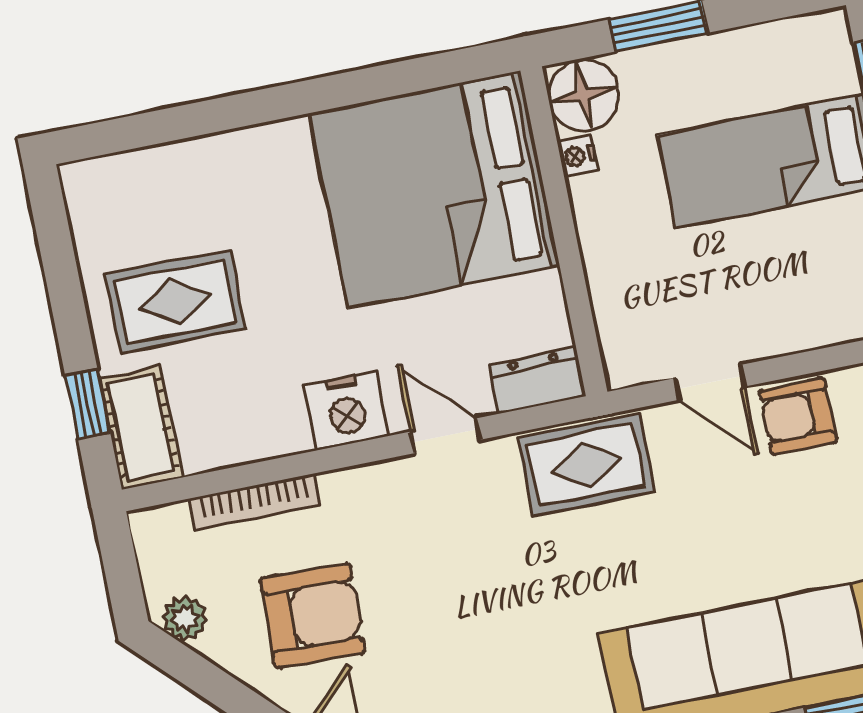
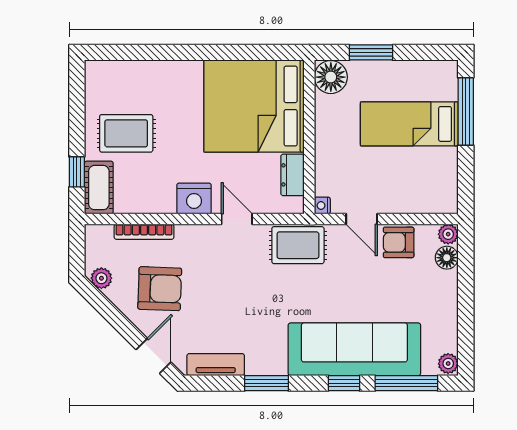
nightstand: (577, 156) -> (322, 206), moved
dresser: (537, 380) -> (293, 175), moved, turned -90

